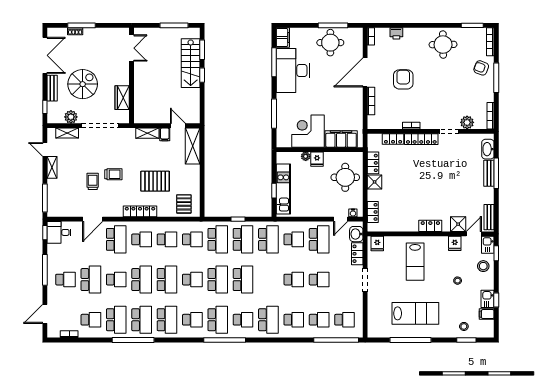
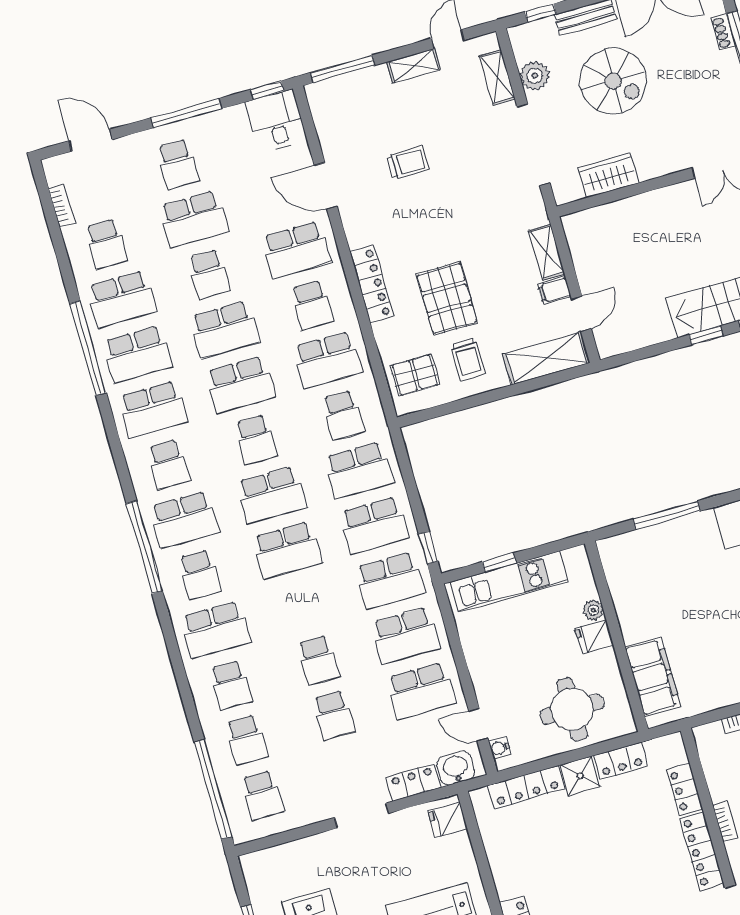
corner desk: (308, 131) -> (650, 600), removed
trolley: (113, 174) -> (468, 359), moved
locker: (373, 212) -> (526, 787), width x1.53
window: (238, 219) -> (428, 548), moved
school desk: (167, 239) -> (328, 360), width x1.85
school desk: (294, 239) -> (406, 636), width x1.85

